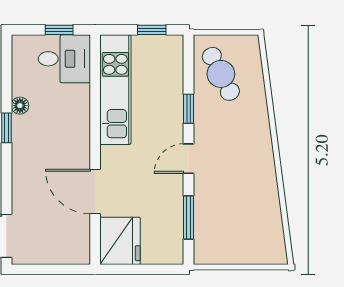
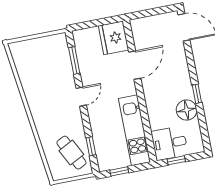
floor lamp: (20, 106) -> (187, 110), width x1.89, depth x1.89
window: (188, 109) -> (91, 146), moved
door: (95, 192) -> (135, 65), hinge flipped

